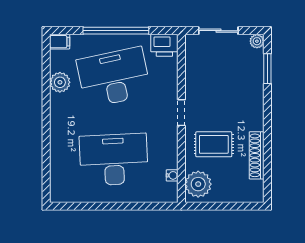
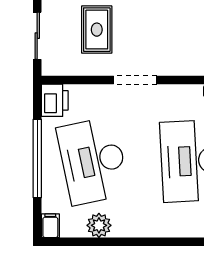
doorway: (181, 113) -> (135, 80), width x1.38
rug: (214, 144) -> (97, 30), moved

